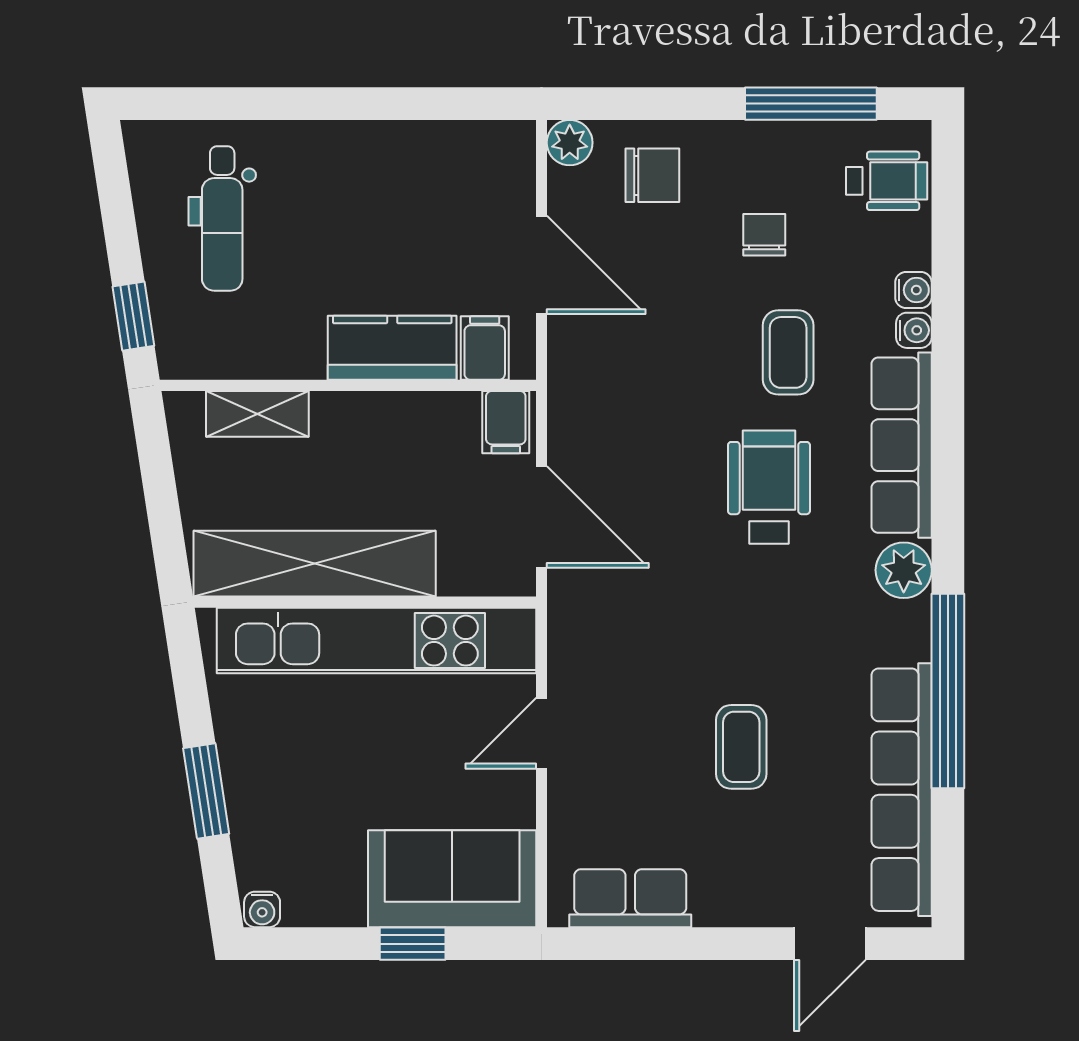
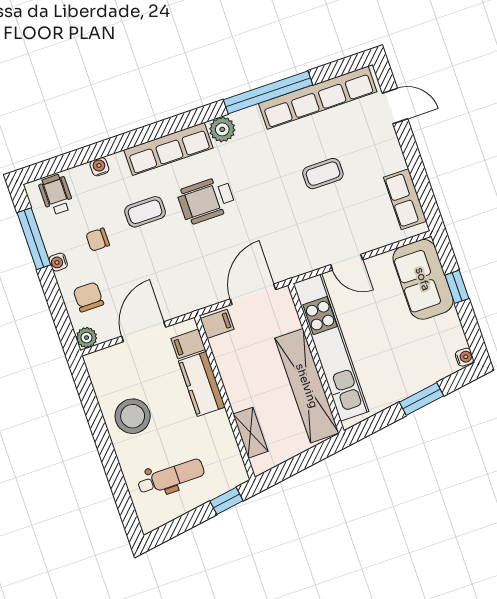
stool: (375, 182) -> (133, 416), added
water cooler: (914, 330) -> (58, 262), moved, turned -90

